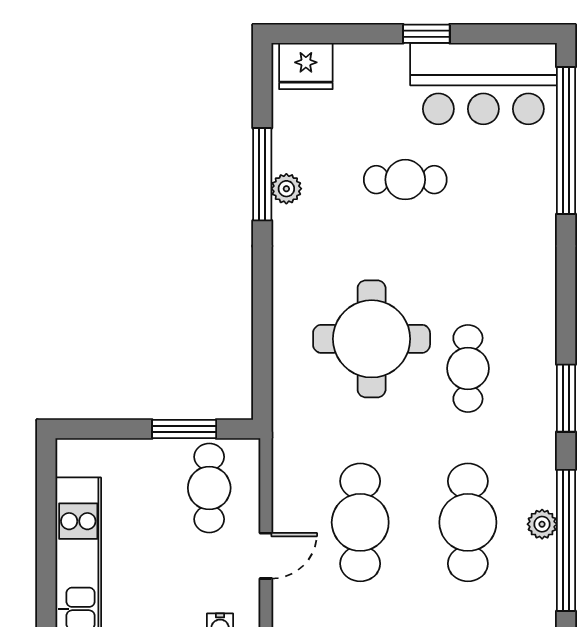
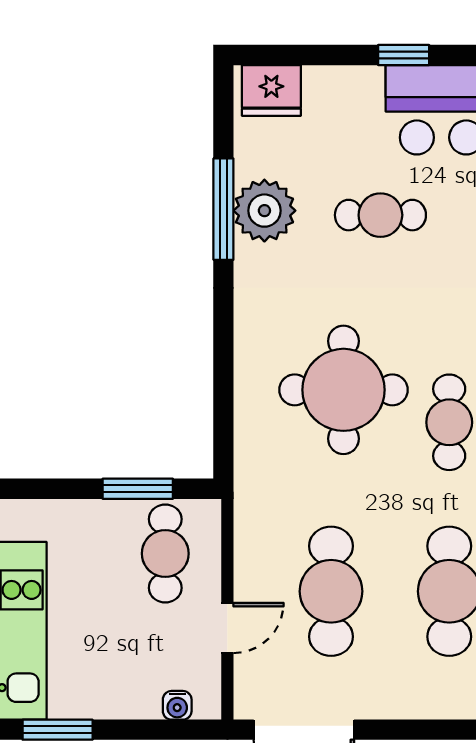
plant: (286, 189) -> (264, 211), width x1.88, depth x1.88

